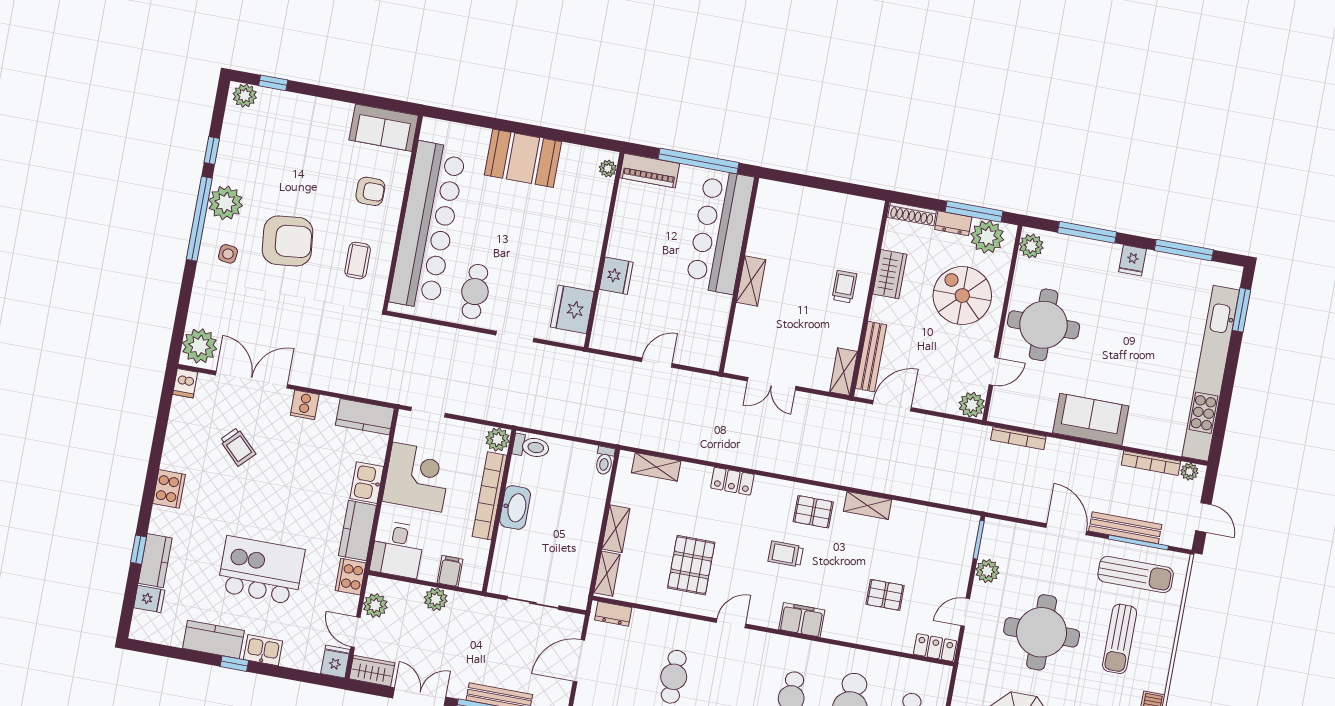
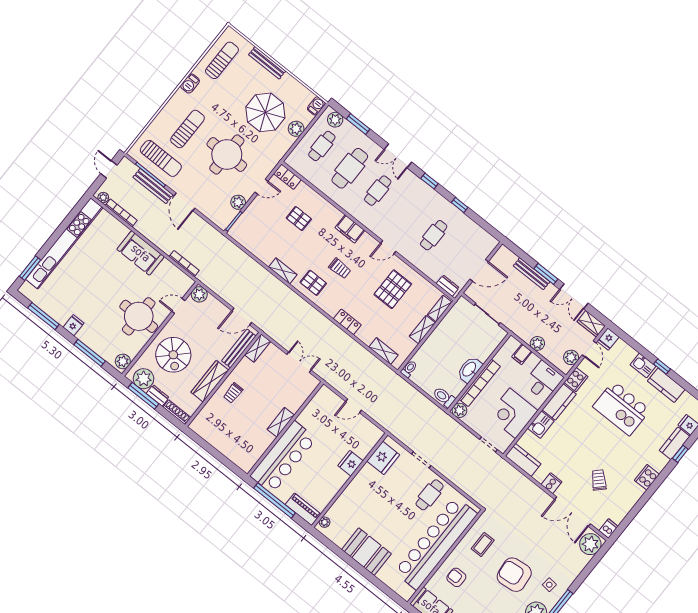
wardrobe: (890, 274) -> (210, 381), width x1.50
sun lounger: (1136, 574) -> (161, 158), turned 180

